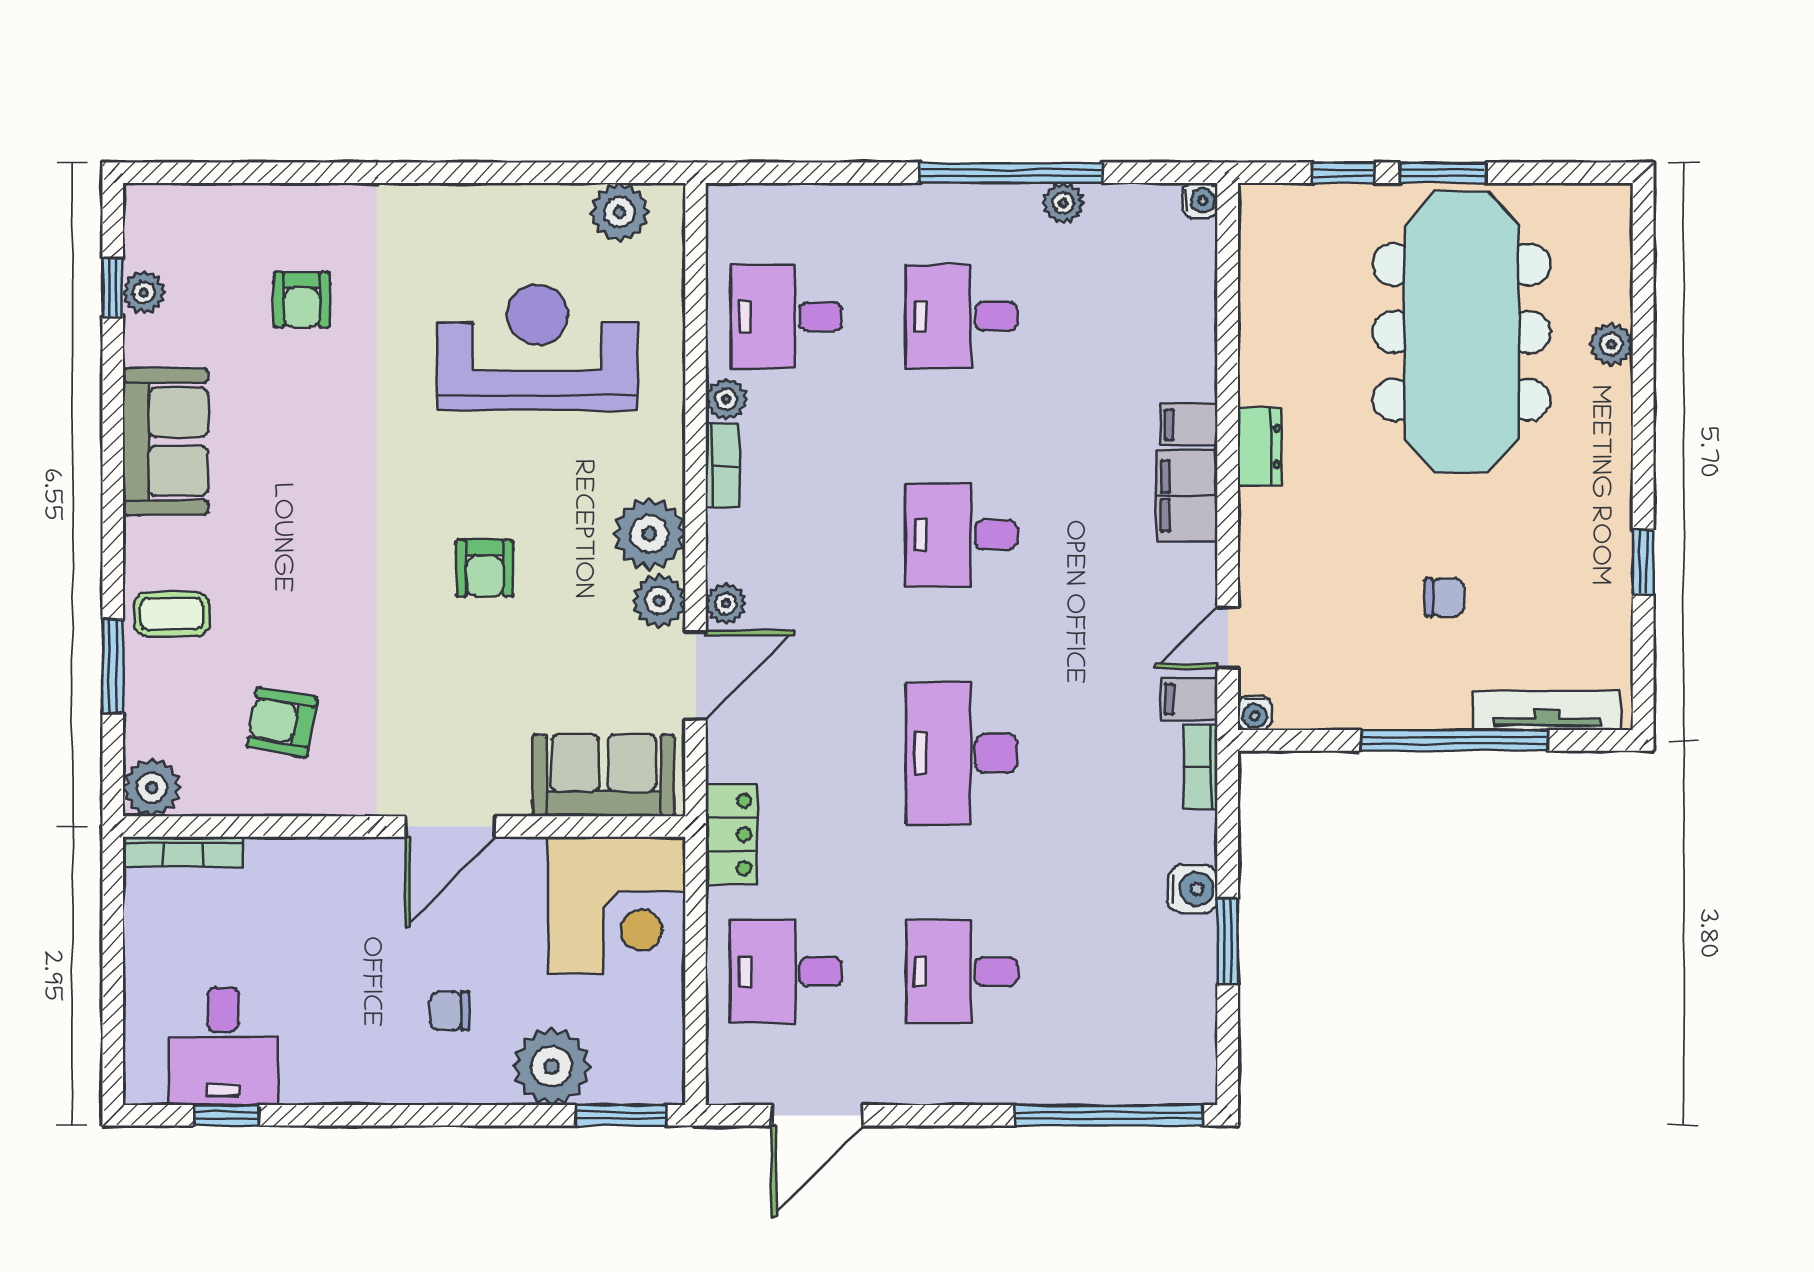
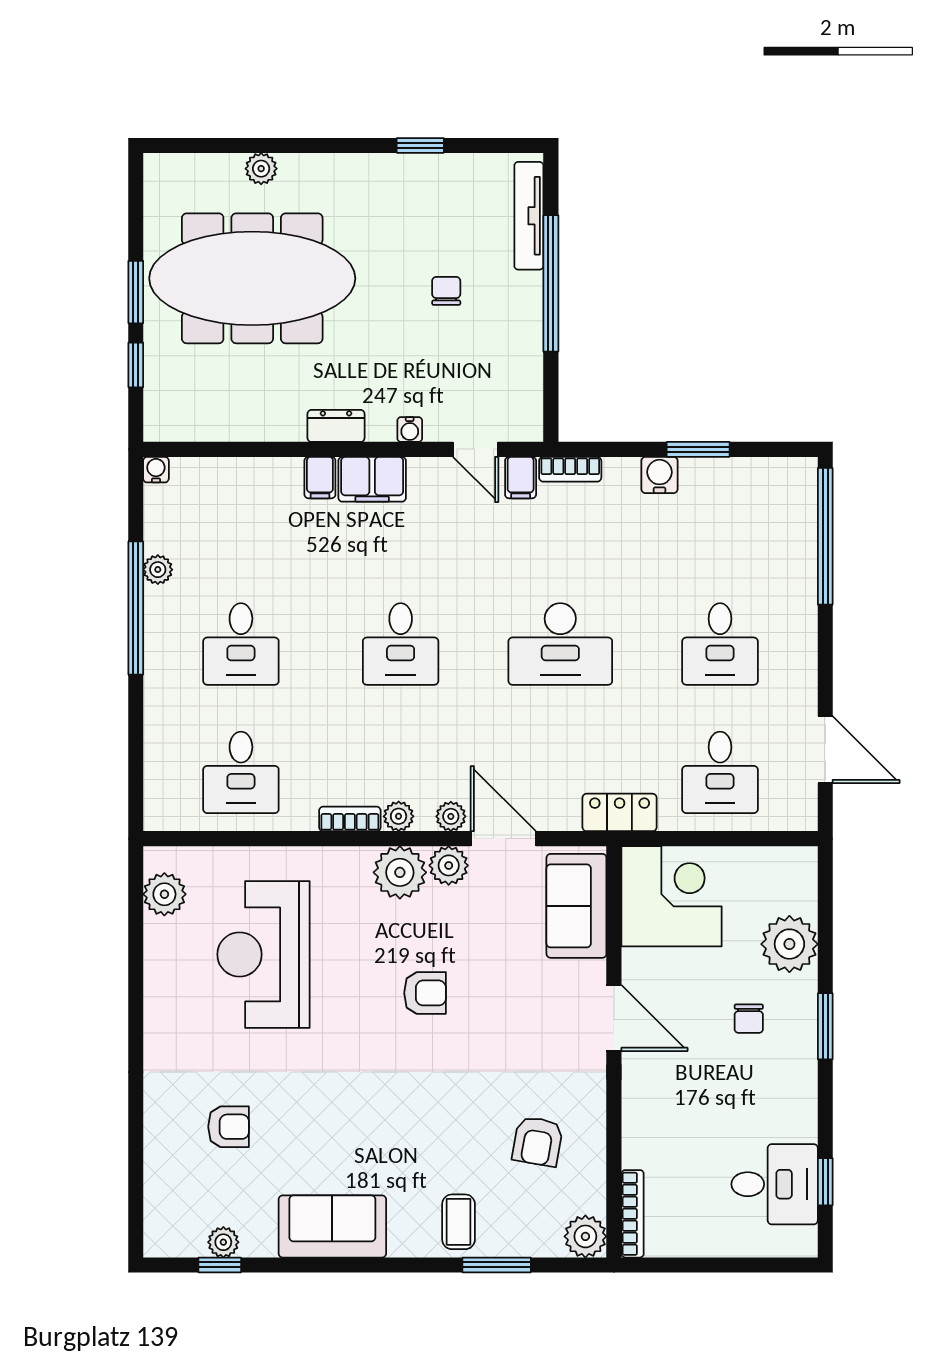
plant: (726, 399) -> (399, 816), moved
water cooler: (1255, 713) -> (410, 430), moved, turned 90
window: (621, 1115) -> (825, 1026), moved

